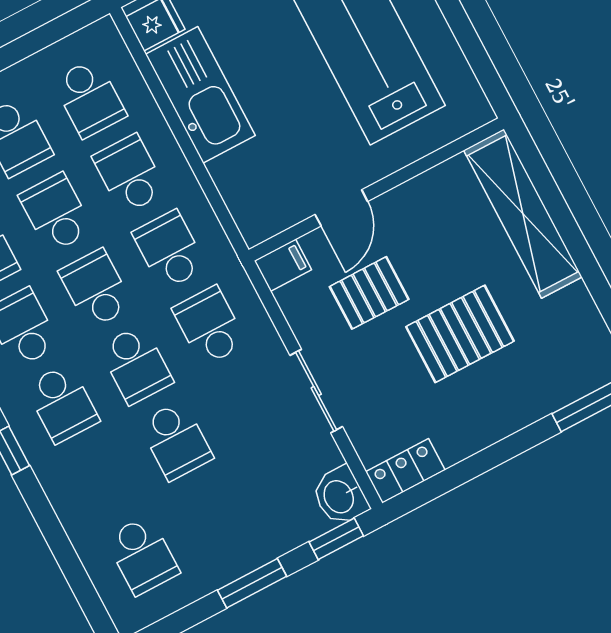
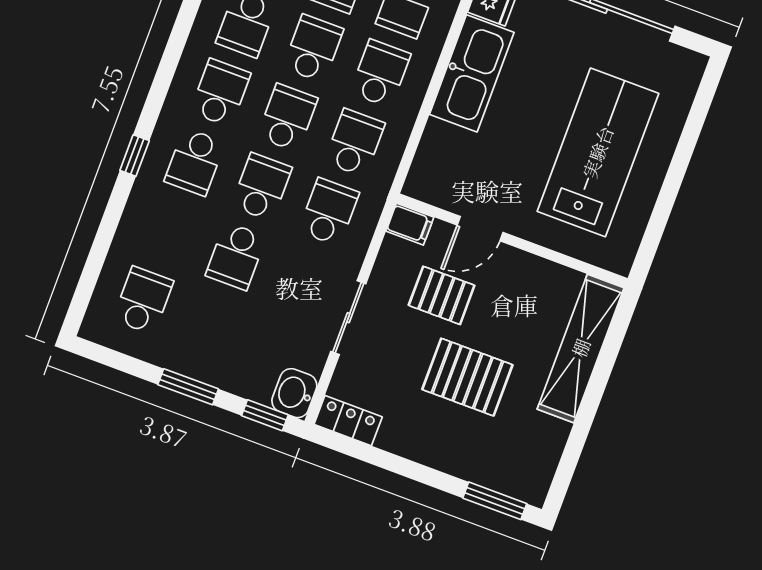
school desk: (136, 365) -> (262, 187), turned 180
school desk: (142, 555) -> (143, 300), turned 180

